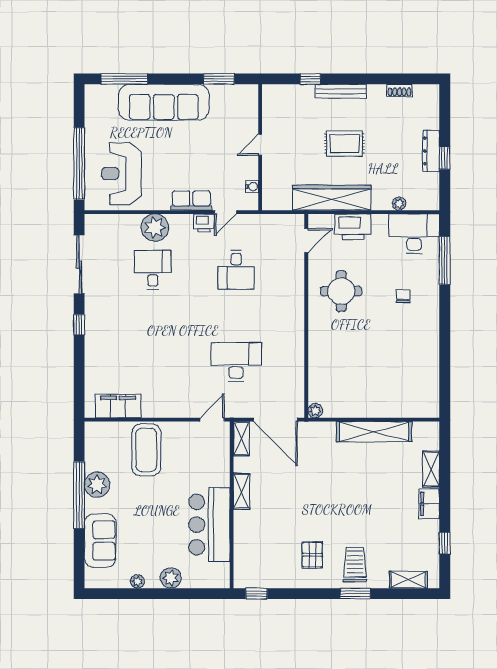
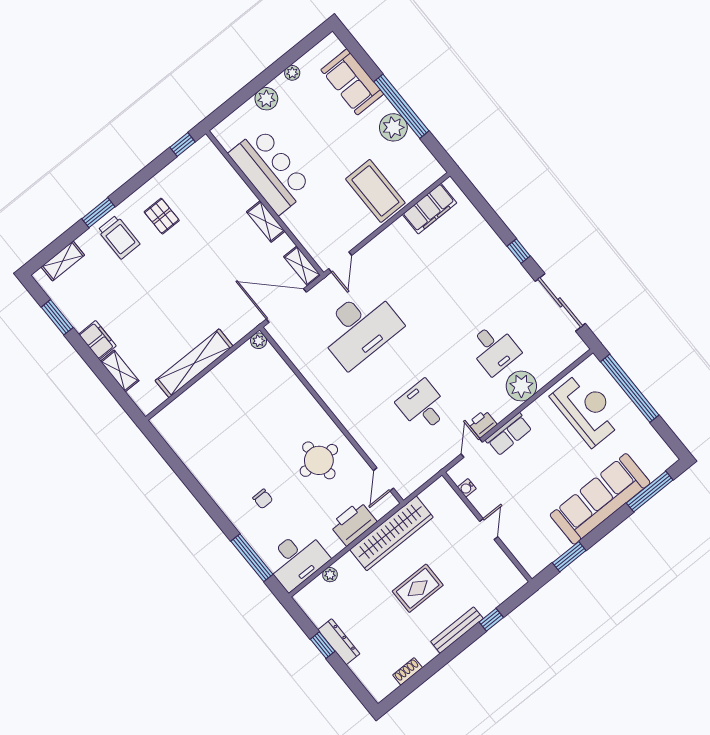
desk: (236, 362) -> (359, 328), width x1.36, depth x1.30
window: (445, 543) -> (57, 317), width x1.50

